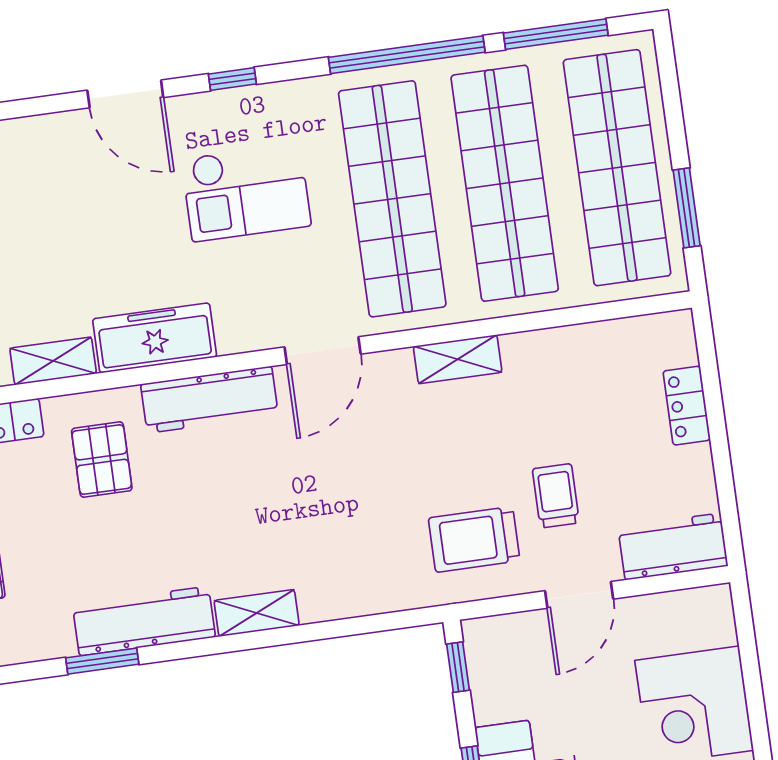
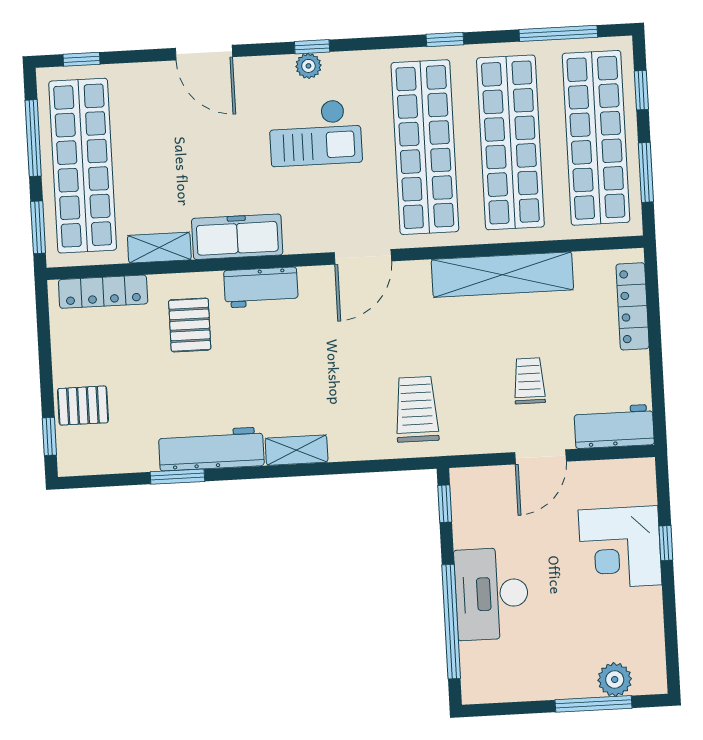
window: (407, 55) -> (445, 40), width x0.32
door: (125, 94) -> (204, 53), moved
window: (672, 100) -> (641, 90), added
plant: (230, 105) -> (308, 66), added
shelving: (458, 359) -> (502, 275), width x2.20, depth x1.33
workbench: (209, 400) -> (261, 287), width x0.73
locker: (687, 406) -> (633, 306), width x1.53
trolley: (474, 539) -> (417, 409), moved, turned 90
window: (754, 695) -> (666, 543), added

